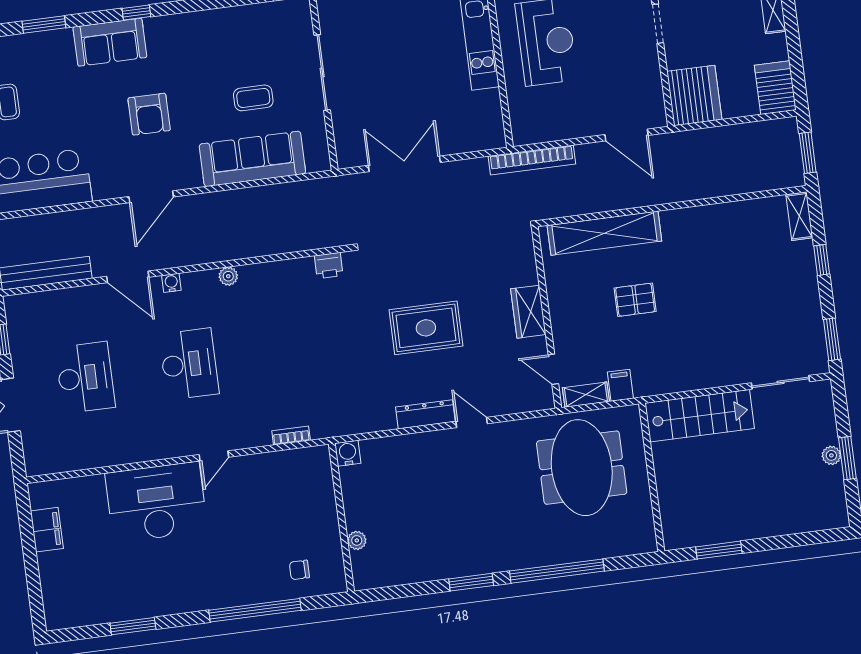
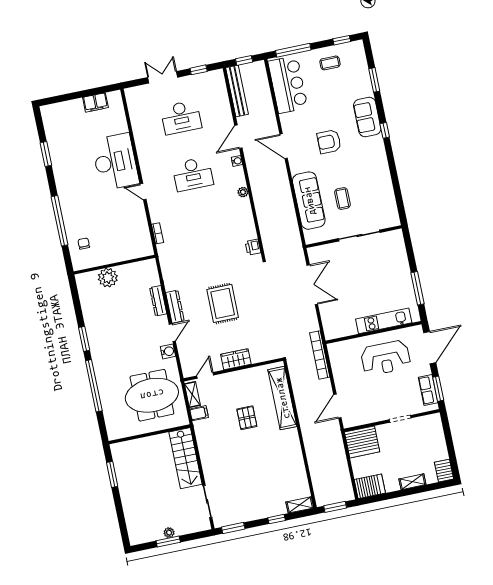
dresser: (412, 443) -> (158, 301), added
water cooler: (348, 453) -> (168, 351), moved
plant: (357, 540) -> (108, 278), width x1.87, depth x1.87

